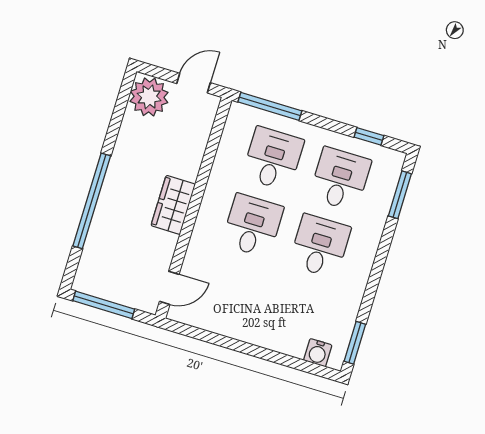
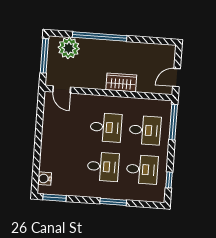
door: (193, 83) -> (176, 78), swing flipped
plant: (149, 97) -> (69, 48), moved
window: (400, 195) -> (113, 202), moved
wardrobe: (173, 205) -> (121, 82), moved

